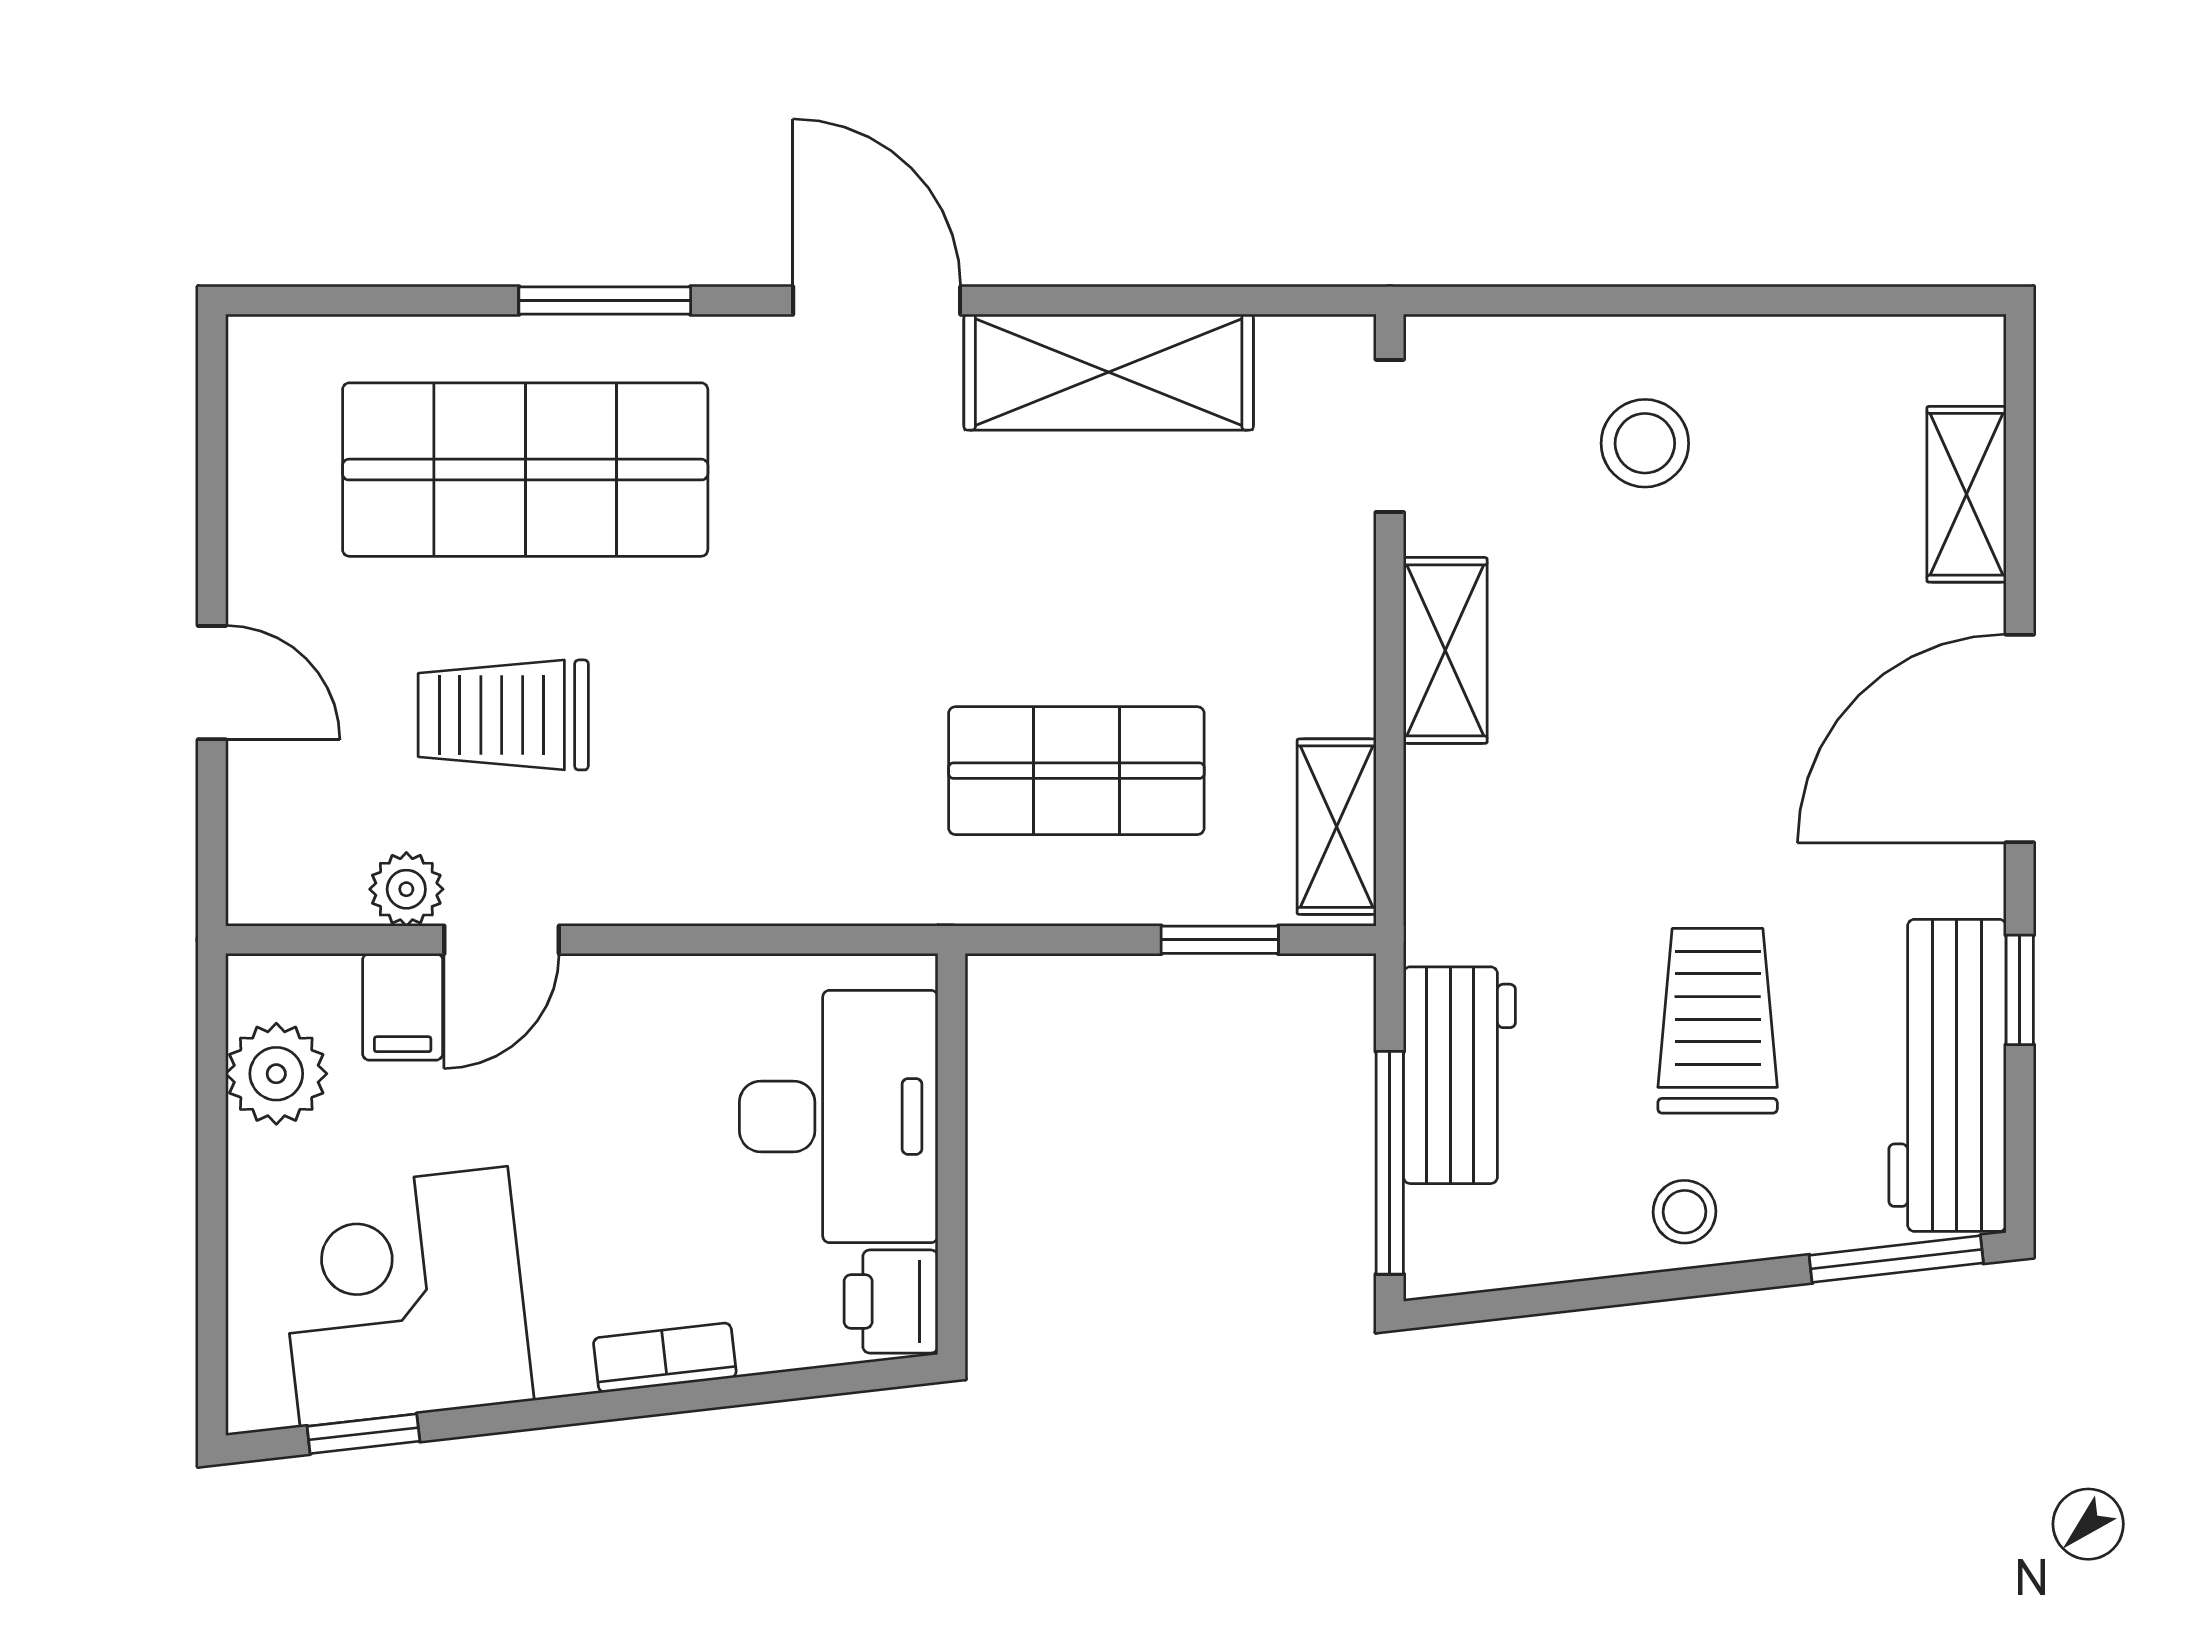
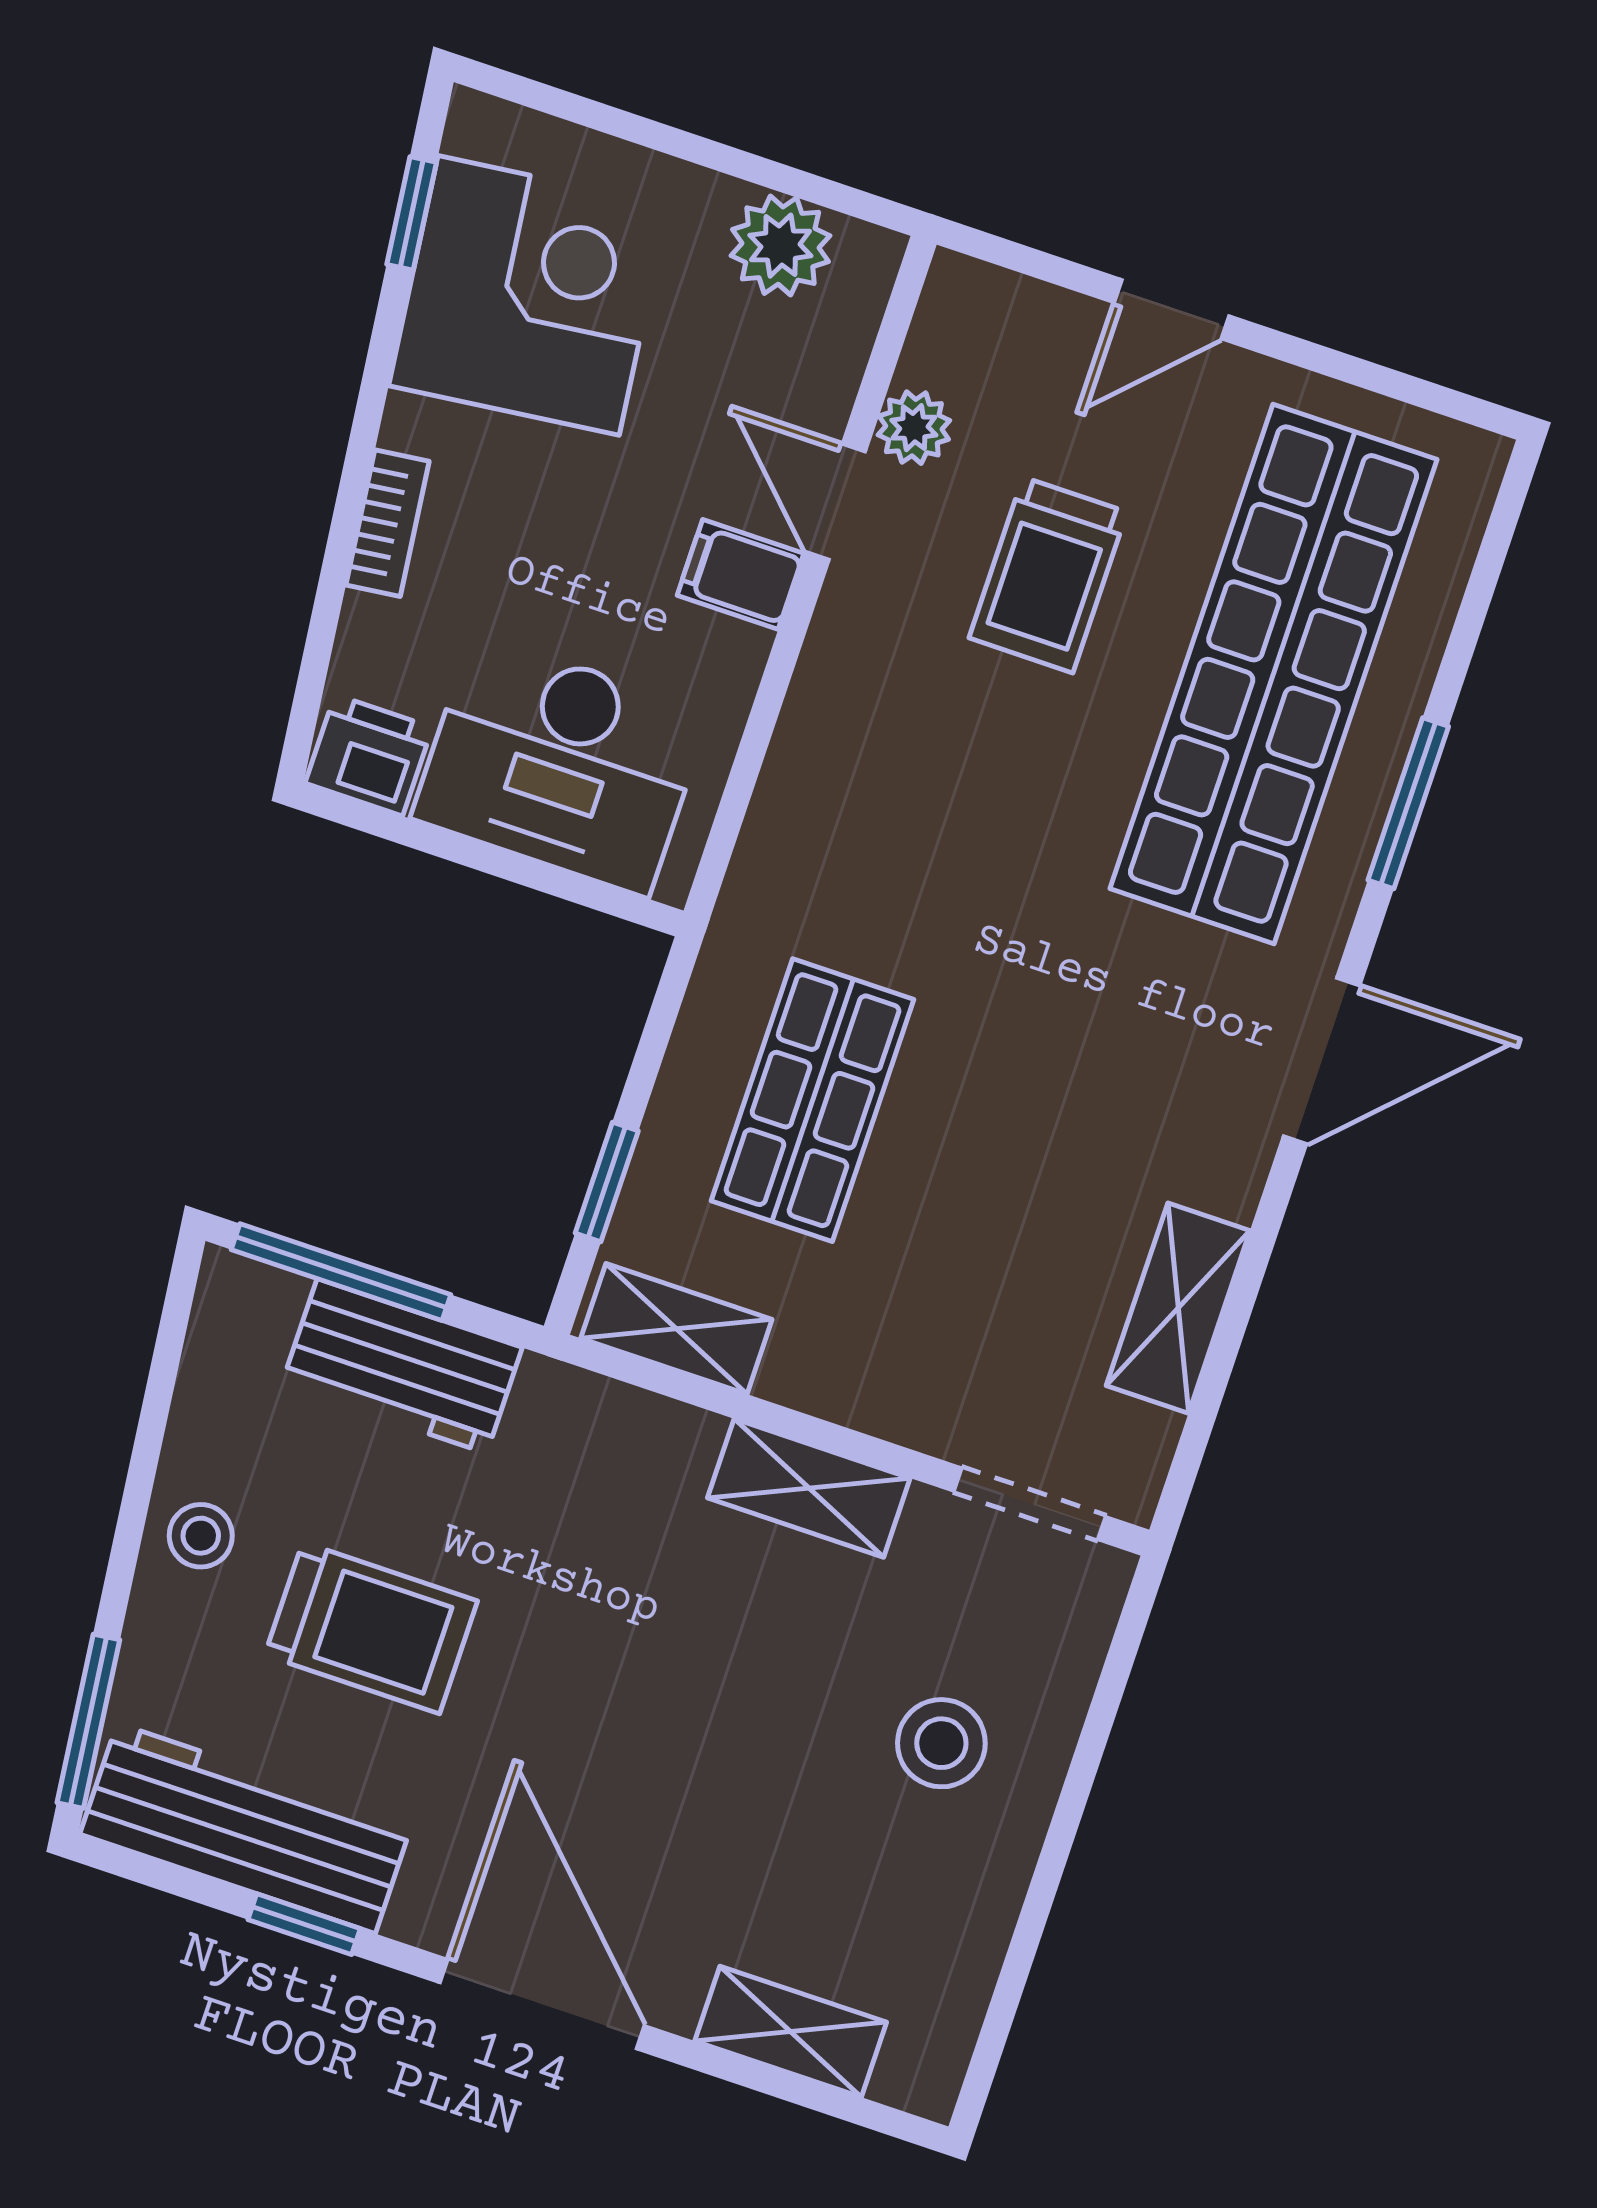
shelving: (1109, 372) -> (1178, 1308), width x0.67, depth x0.75
shop shelf: (525, 470) -> (1273, 674), width x1.40
trolley: (503, 715) -> (1048, 575), turned 180
filing cabinet: (403, 1007) -> (740, 574), moved

